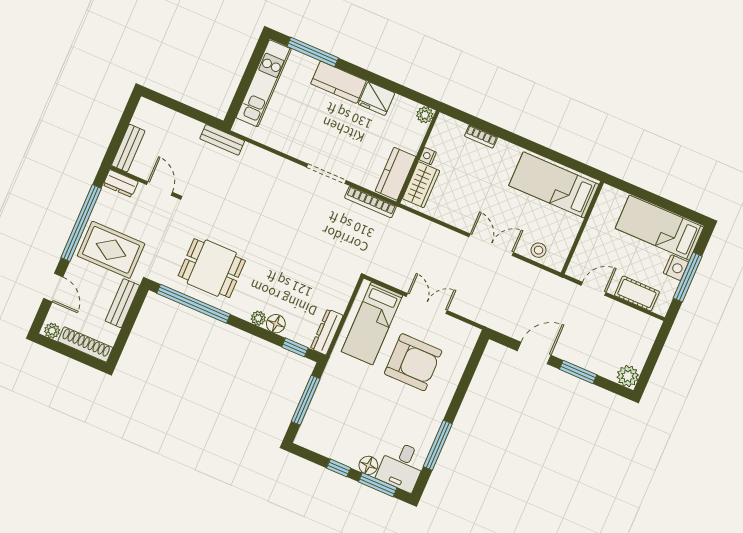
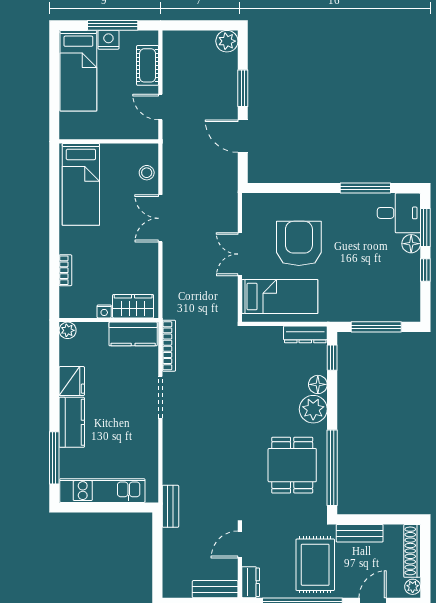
plant: (258, 318) -> (313, 409), width x1.87, depth x1.87

